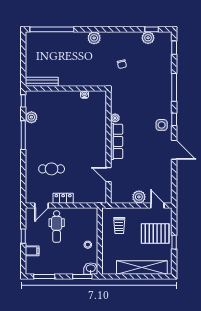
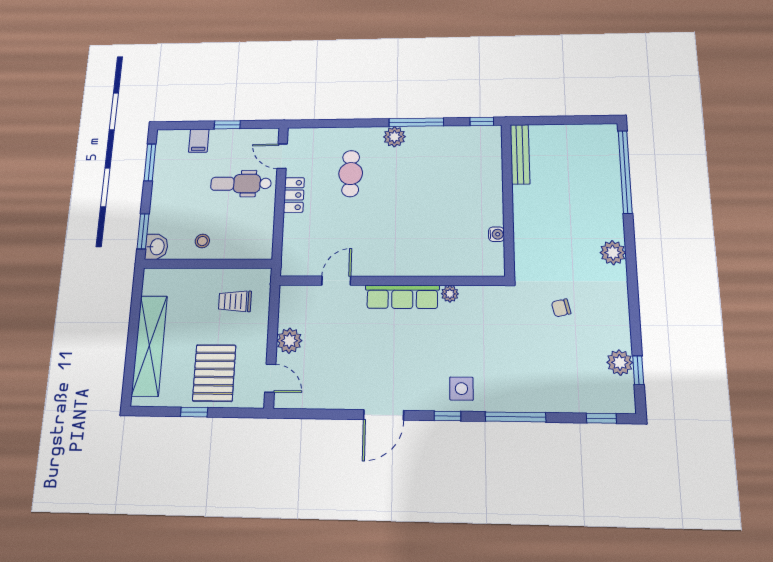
plant: (31, 117) -> (394, 137), moved
side table: (162, 125) -> (461, 389), moved
door: (157, 205) -> (270, 378), hinge flipped

